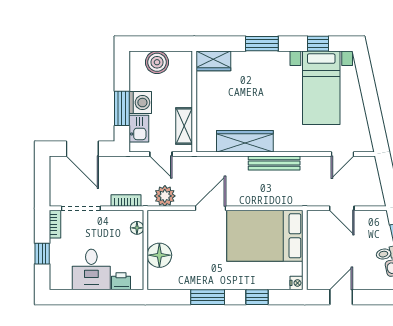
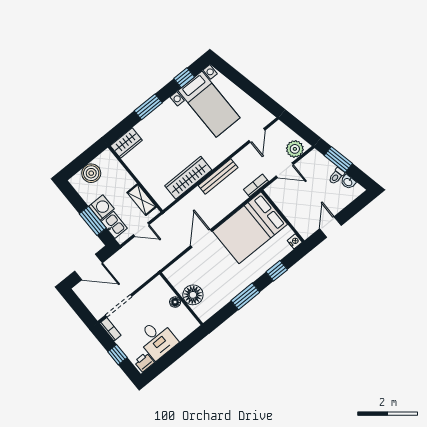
plant: (165, 196) -> (295, 149), moved
bookcase: (126, 201) -> (256, 185), moved
floor lamp: (137, 228) -> (175, 302), moved
printer: (121, 281) -> (144, 362), moved

